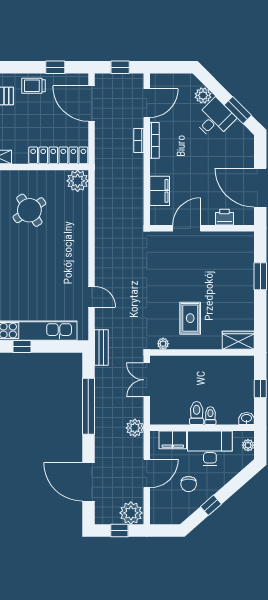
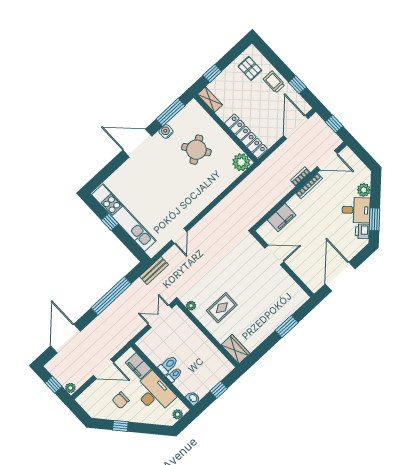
printer: (225, 217) -> (362, 231), moved, turned -135
plant: (135, 428) -> (124, 336), removed
plant: (131, 513) -> (70, 388), width x0.53, depth x0.53

